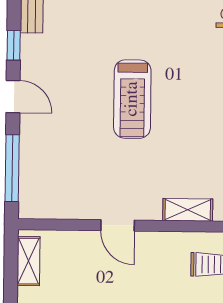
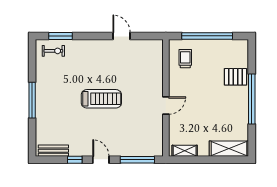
door: (13, 97) -> (101, 160), hinge flipped
shelving: (188, 210) -> (158, 70), removed

